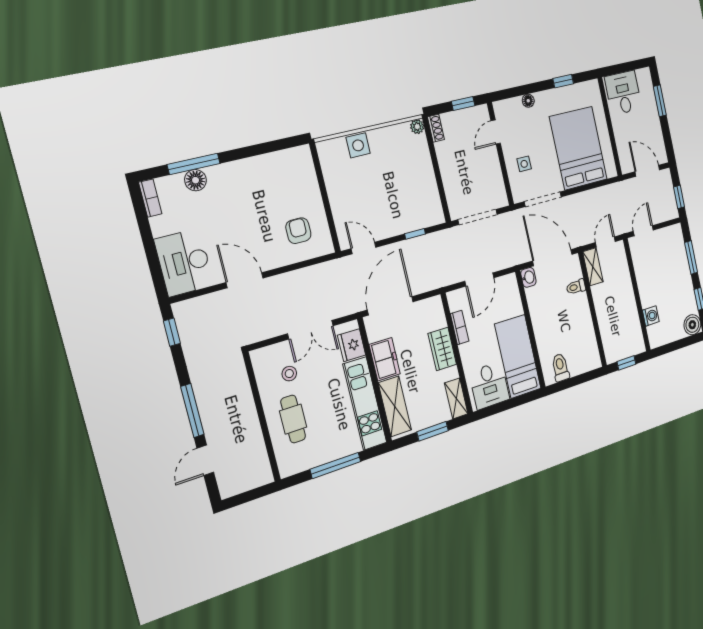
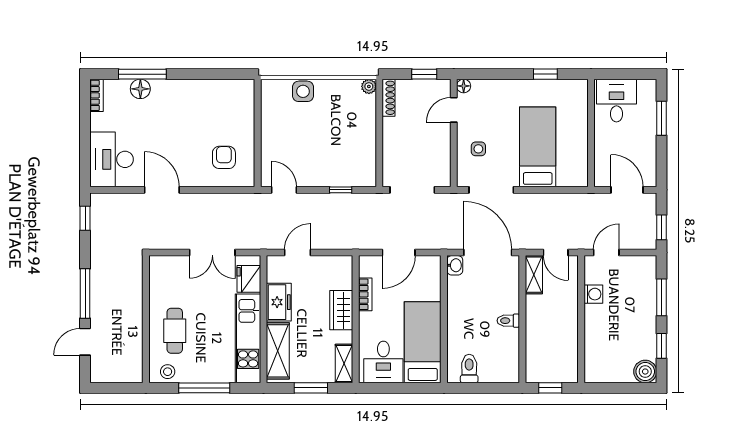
floor lamp: (528, 101) -> (464, 86), moved
shoe rack: (436, 128) -> (389, 98), width x1.43
bed: (578, 148) -> (538, 147), width x0.67
door: (605, 242) -> (556, 253), swing flipped
toilet: (576, 287) -> (508, 321), moved
door: (390, 306) -> (298, 253), width x0.53
washing machine: (651, 316) -> (593, 294), moved
stool: (289, 374) -> (168, 372), moved

